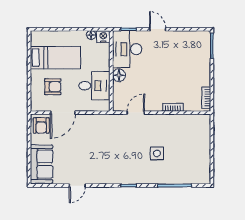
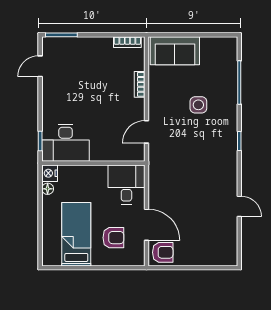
door: (158, 29) -> (40, 66), moved
floor lamp: (119, 75) -> (99, 153), removed
desk: (94, 86) -> (126, 185), moved
armchair: (53, 87) -> (113, 238), turned 90
door: (136, 113) -> (146, 132), hinge flipped
sofa: (42, 164) -> (175, 51), moved, turned 180

